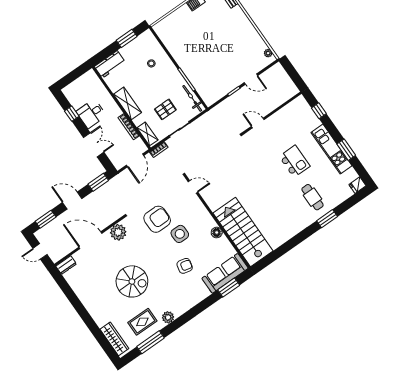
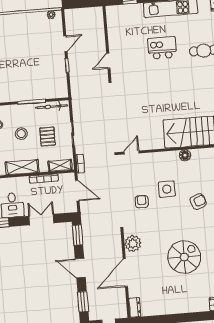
stool: (155, 86) -> (21, 134), added
door: (72, 201) -> (80, 268), hinge flipped
armchair: (157, 219) -> (142, 202), width x0.53, depth x0.53
armchair: (185, 266) -> (198, 202), turned 57

